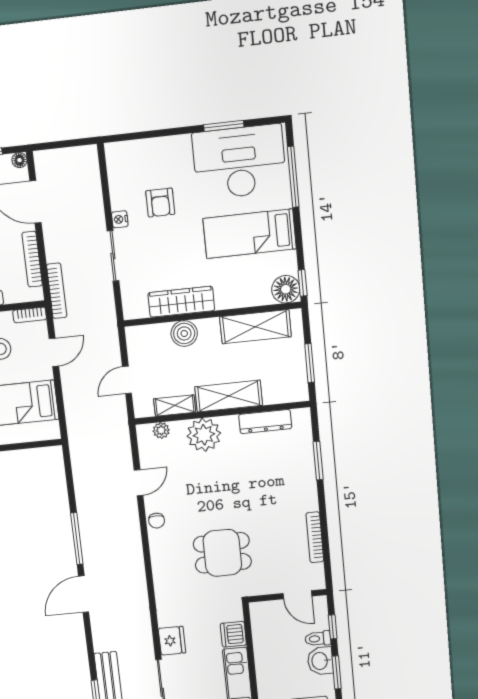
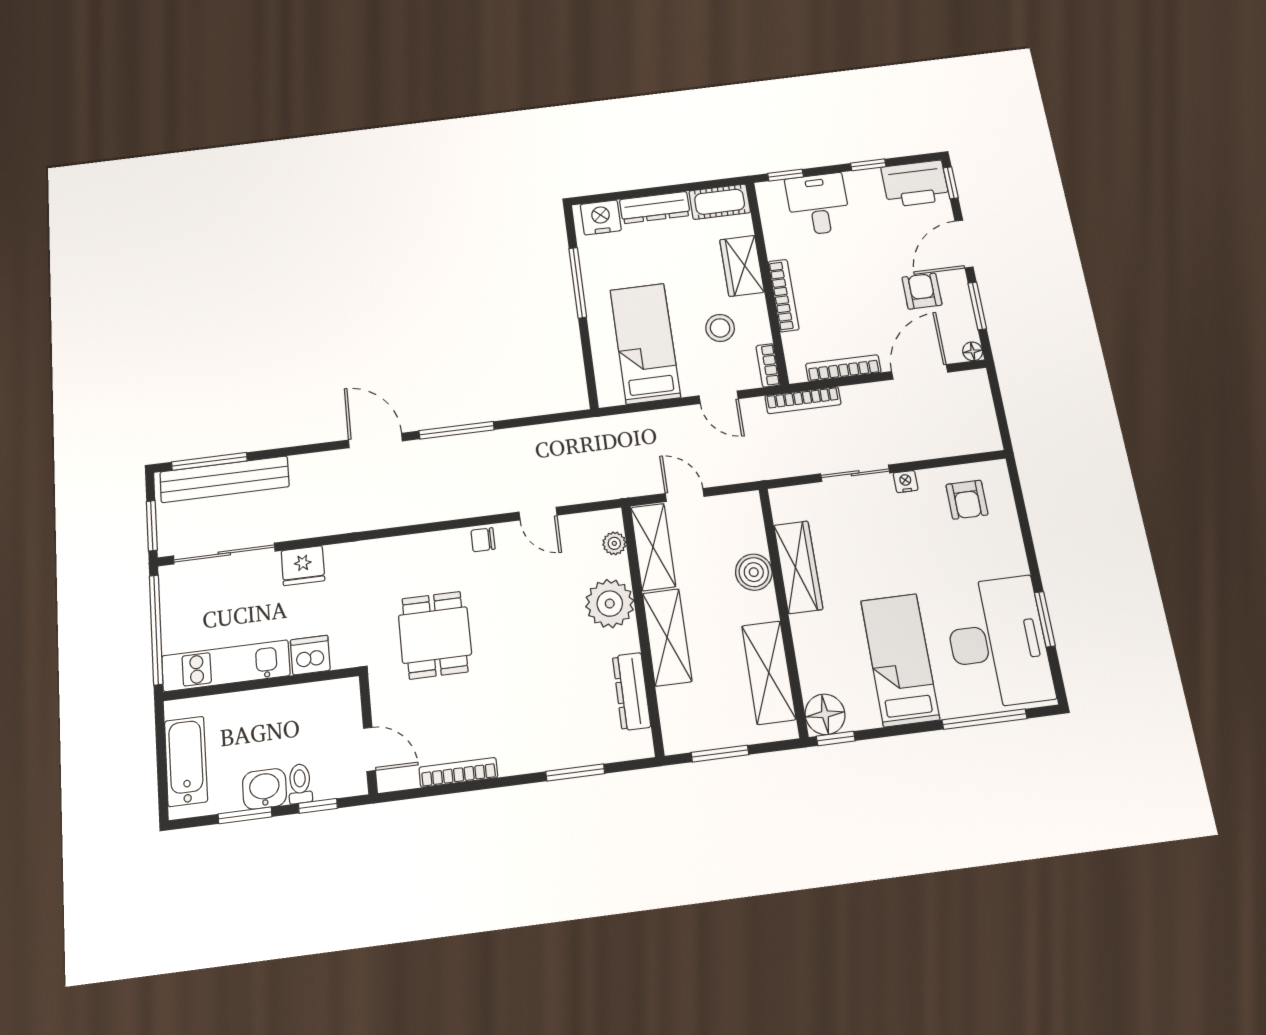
armchair: (160, 203) -> (967, 500), moved, turned -90
shelving: (175, 405) -> (653, 547), width x1.50, depth x1.33
door: (297, 595) -> (369, 749), swing flipped

